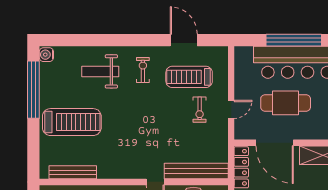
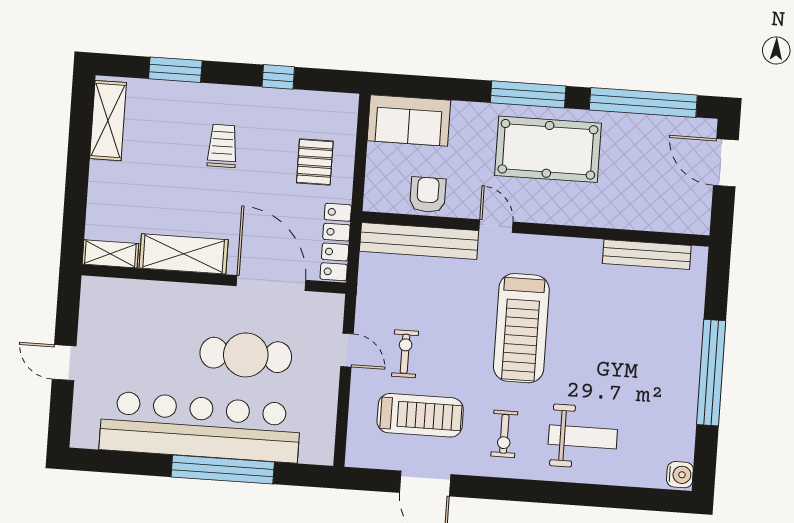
window: (33, 90) -> (711, 373), moved
door: (231, 109) -> (347, 350), swing flipped
treadmill: (72, 122) -> (521, 328), moved, turned -90

